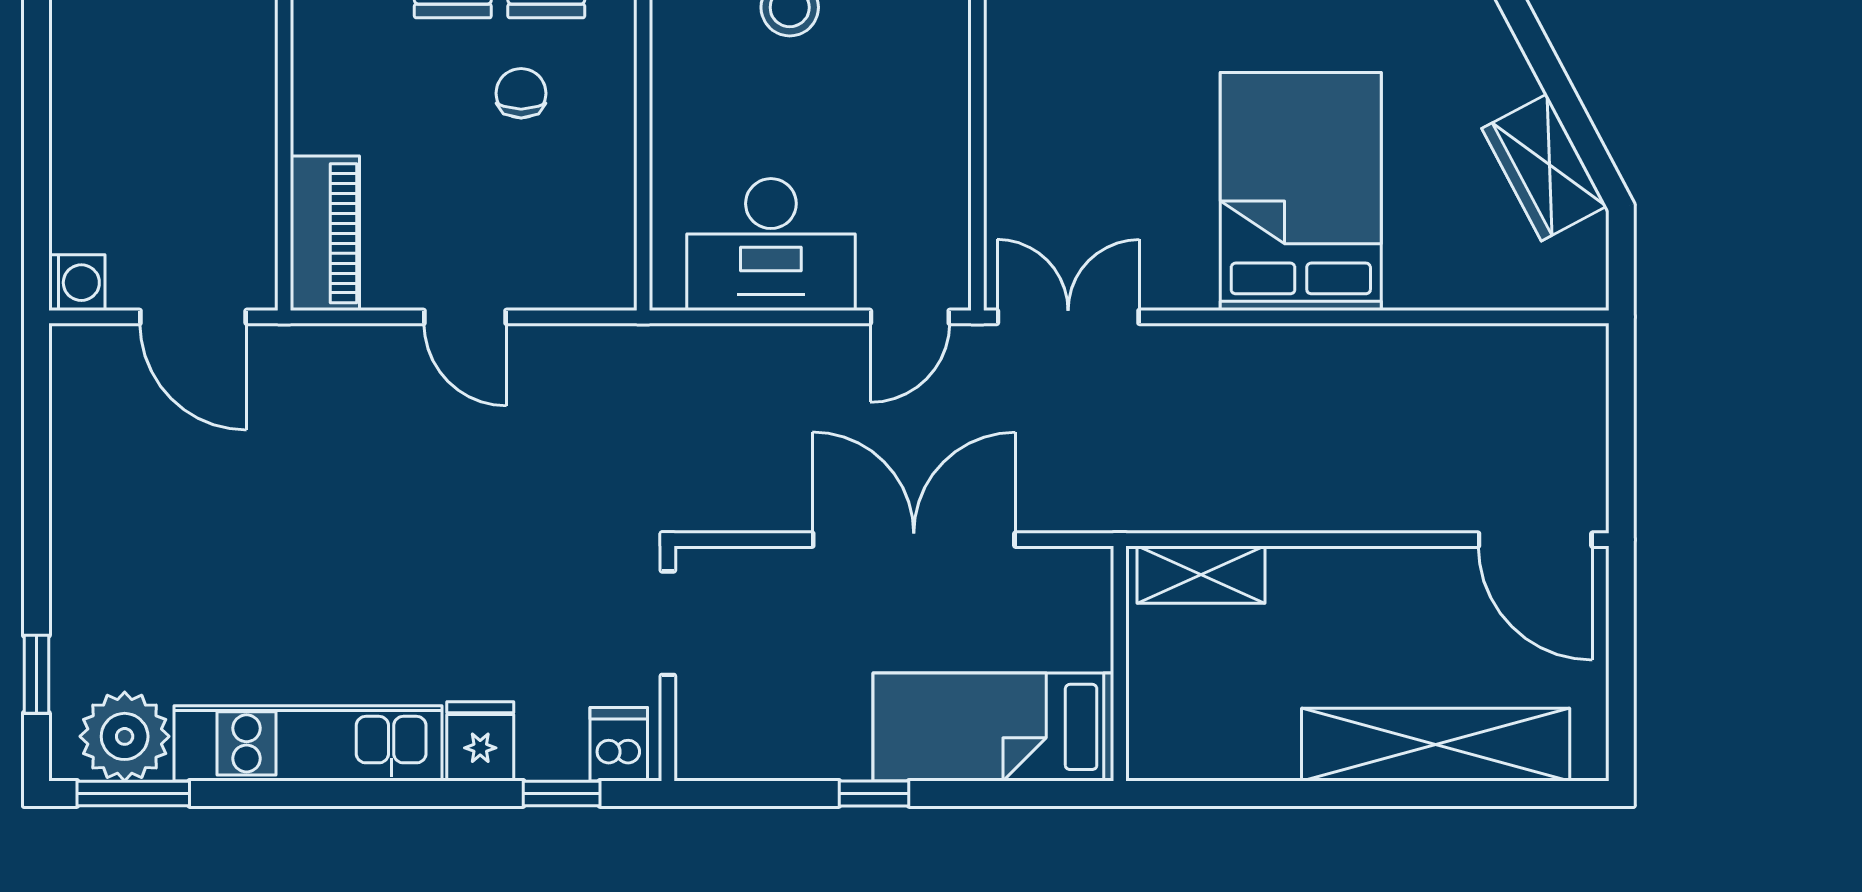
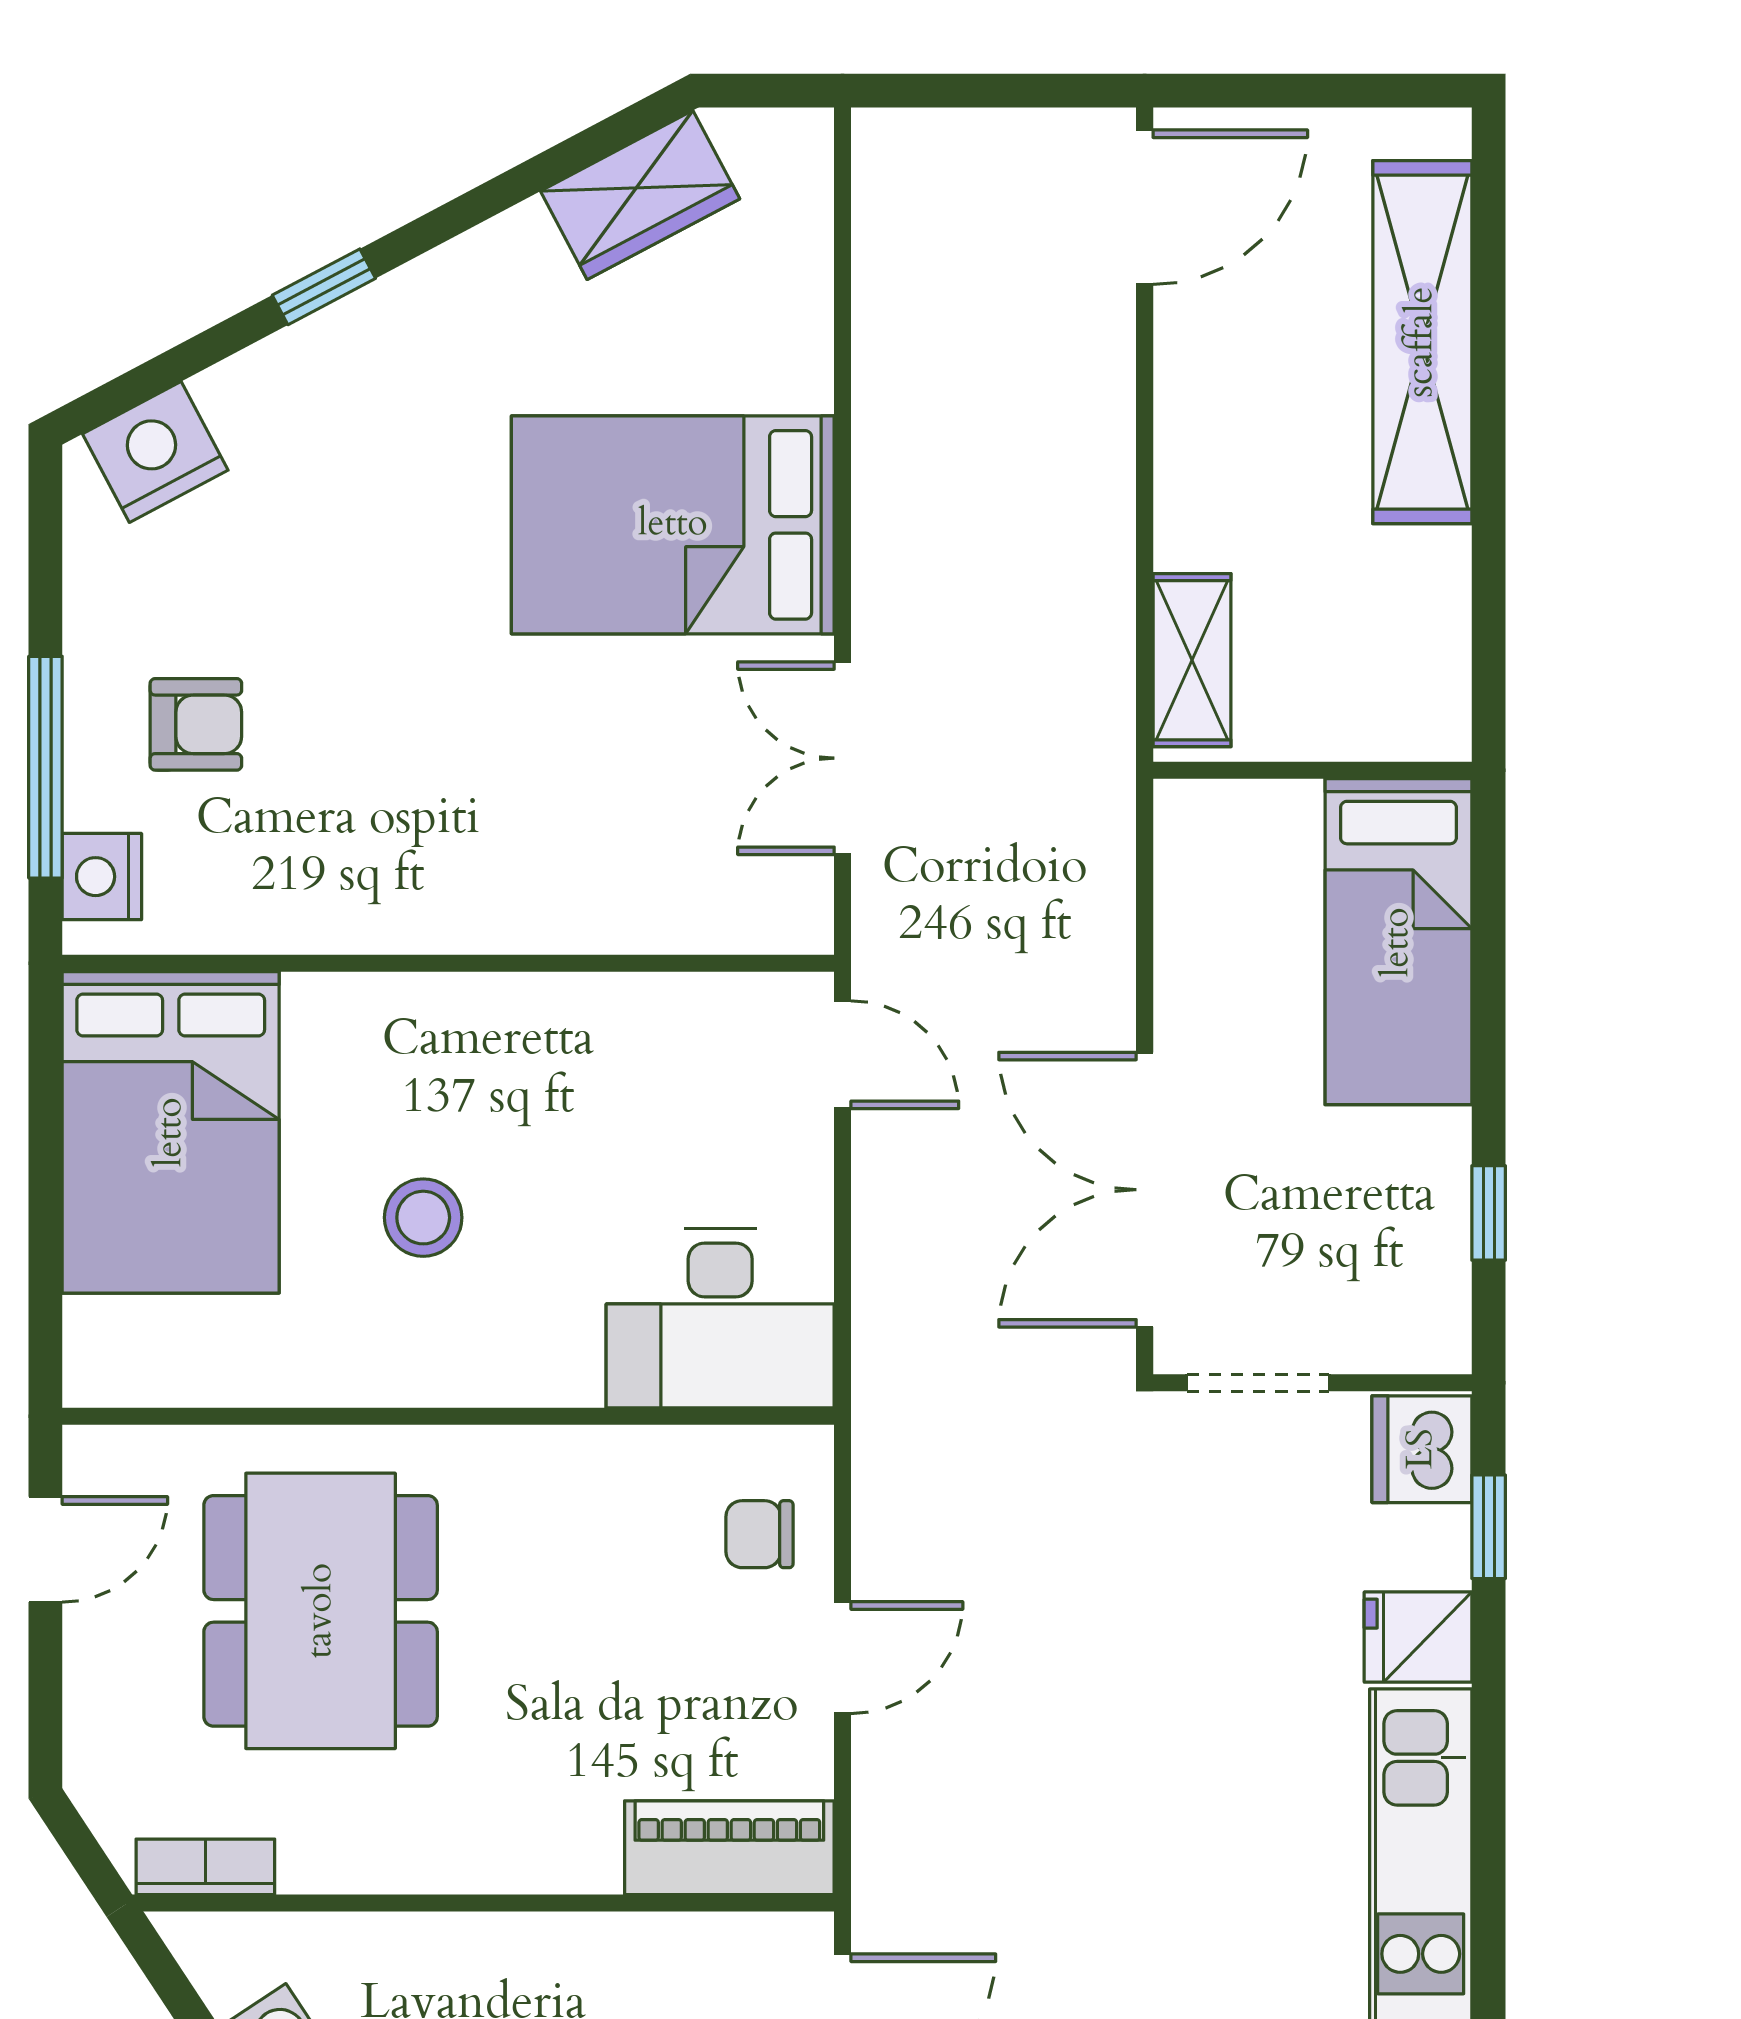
chair: (521, 93) -> (759, 1534), moved
desk: (771, 245) -> (720, 1318), moved, turned 90
double door: (1068, 317) -> (843, 758), moved
double door: (914, 540) -> (1145, 1190), moved
dishwasher: (619, 744) -> (1422, 1449), width x1.38
window: (874, 793) -> (1489, 1213), moved

